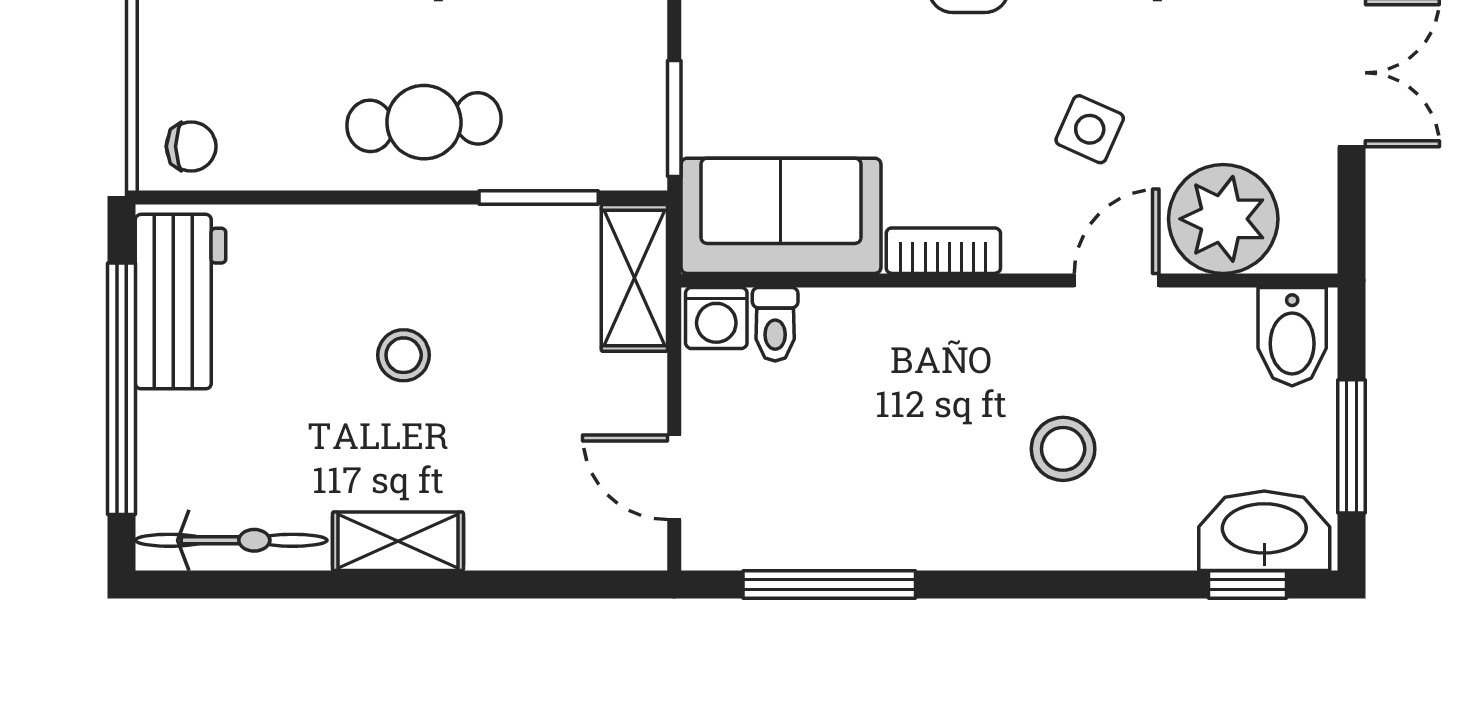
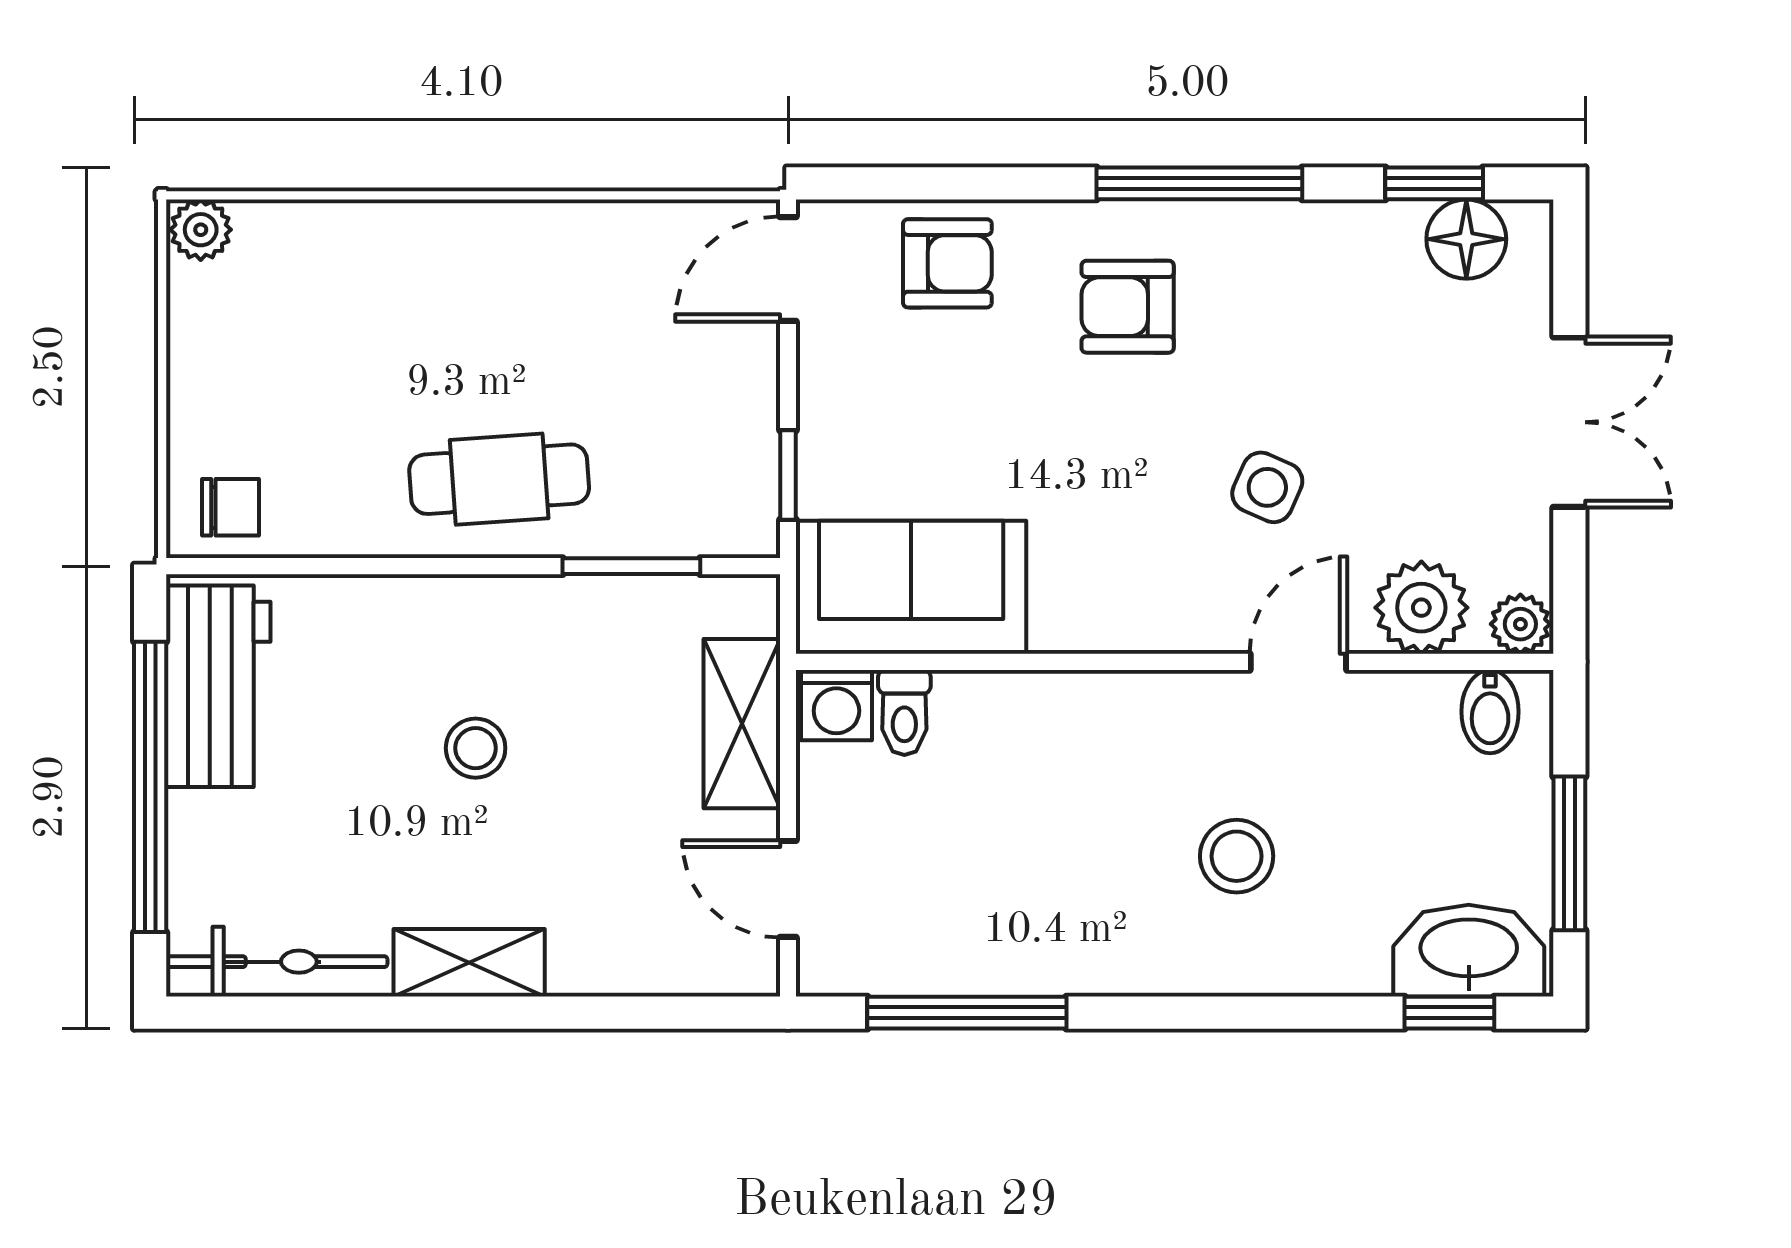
window: (674, 119) -> (788, 475), width x0.67
plant: (1223, 219) -> (1421, 608), width x0.73, depth x0.73
plant: (1309, 248) -> (1520, 624), added
bookcase: (943, 251) -> (1098, 627), removed
shelving: (634, 278) -> (742, 724), moved
bidet: (1292, 337) -> (1490, 712), width x0.72, depth x0.74

